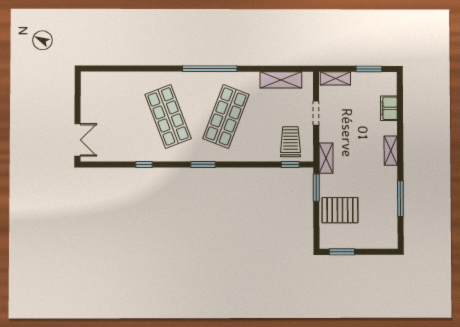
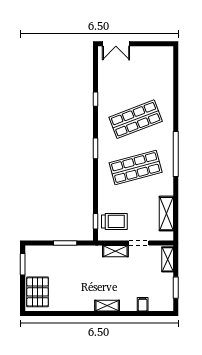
filing cabinet: (389, 108) -> (143, 304), width x0.50
shop shelf: (226, 116) -> (136, 167), turned -36
shelving: (326, 158) -> (115, 251), moved
window: (316, 188) -> (65, 243), moved
window: (400, 199) -> (67, 314), removed
pallet: (340, 210) -> (38, 292), moved

